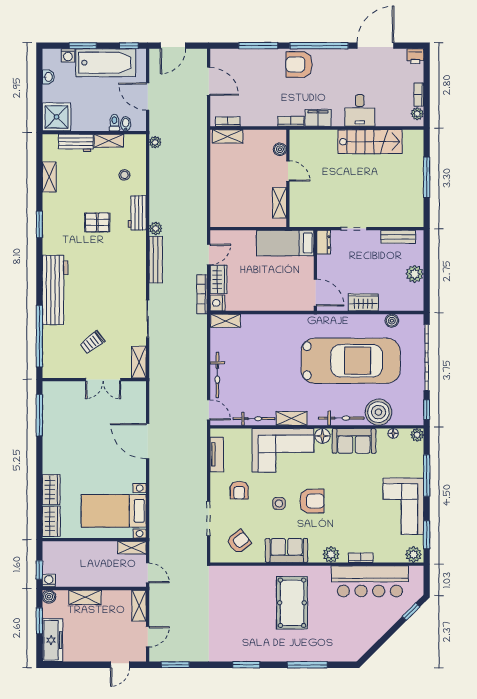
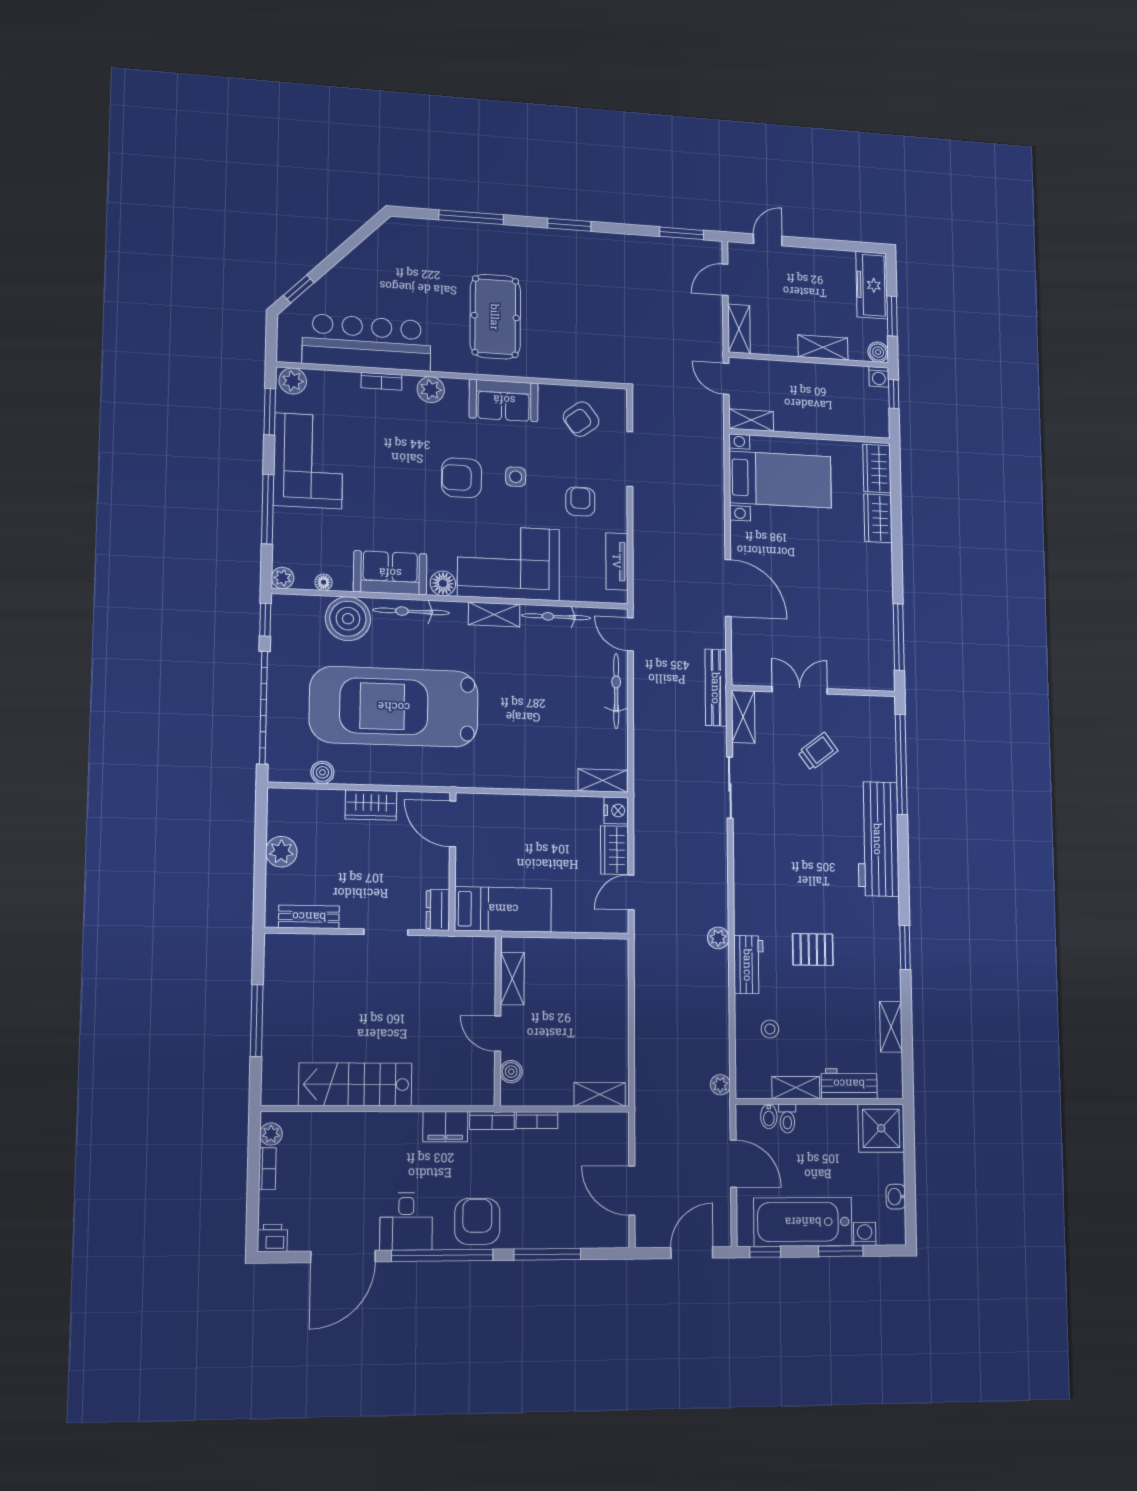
armchair: (299, 65) -> (477, 1221), turned -90
desk: (360, 110) -> (406, 1222), moved, turned 180
bookcase: (228, 122) -> (537, 1120), moved
bench: (156, 260) -> (716, 688), moved
bookcase: (202, 294) -> (642, 826), removed

